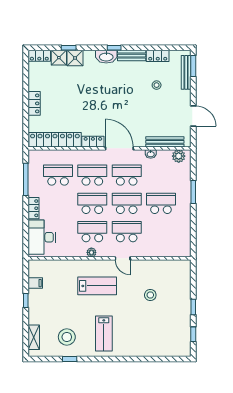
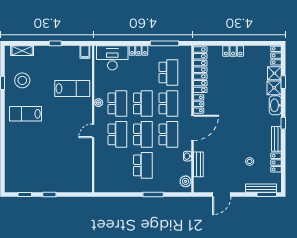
washbasin: (106, 57) -> (275, 105), moved
bench: (165, 142) -> (198, 164), width x0.73
filing cabinet: (35, 283) -> (85, 52), moved
lab bench: (97, 286) -> (72, 88), moved, turned -90
stool: (150, 295) -> (60, 156), removed

